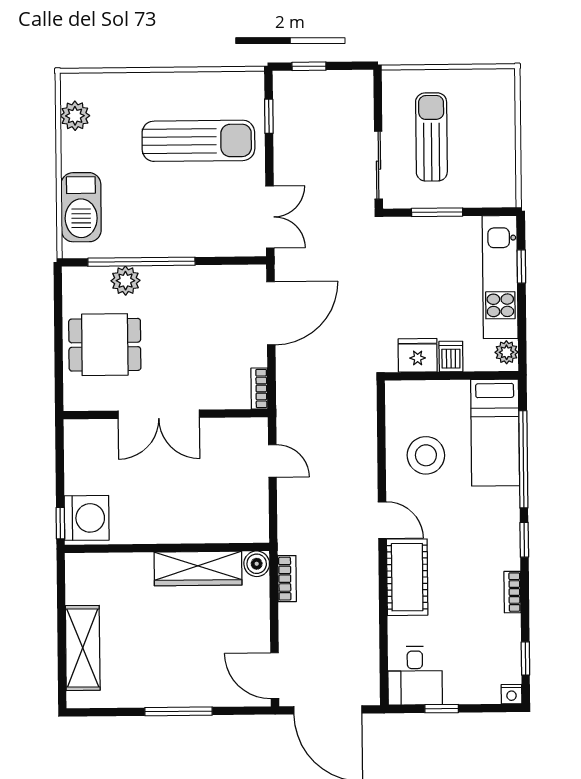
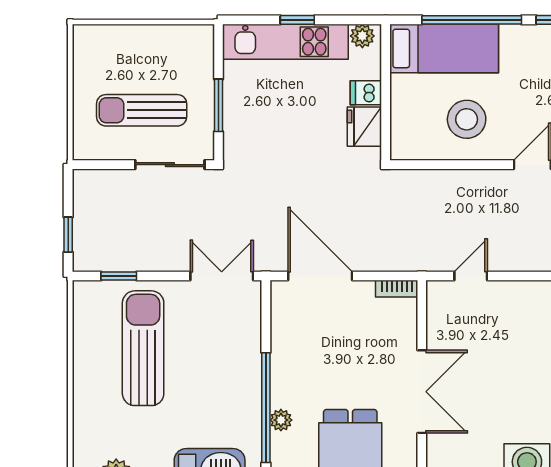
window: (521, 267) -> (297, 20), moved
plant: (125, 281) -> (281, 420), width x0.73, depth x0.73

